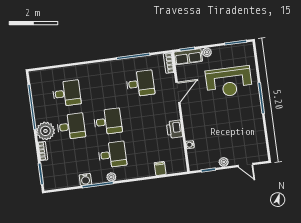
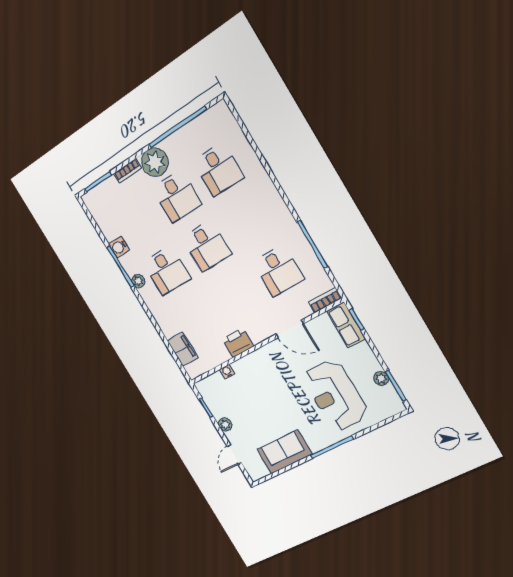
plant: (207, 52) -> (381, 378), moved
sofa: (255, 130) -> (284, 452), added
filing cabinet: (160, 168) -> (183, 349), width x2.00

